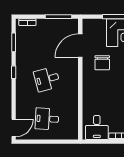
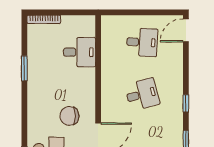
chair: (102, 63) -> (69, 116), turned -90
desk: (97, 127) -> (80, 52), moved, turned 90

